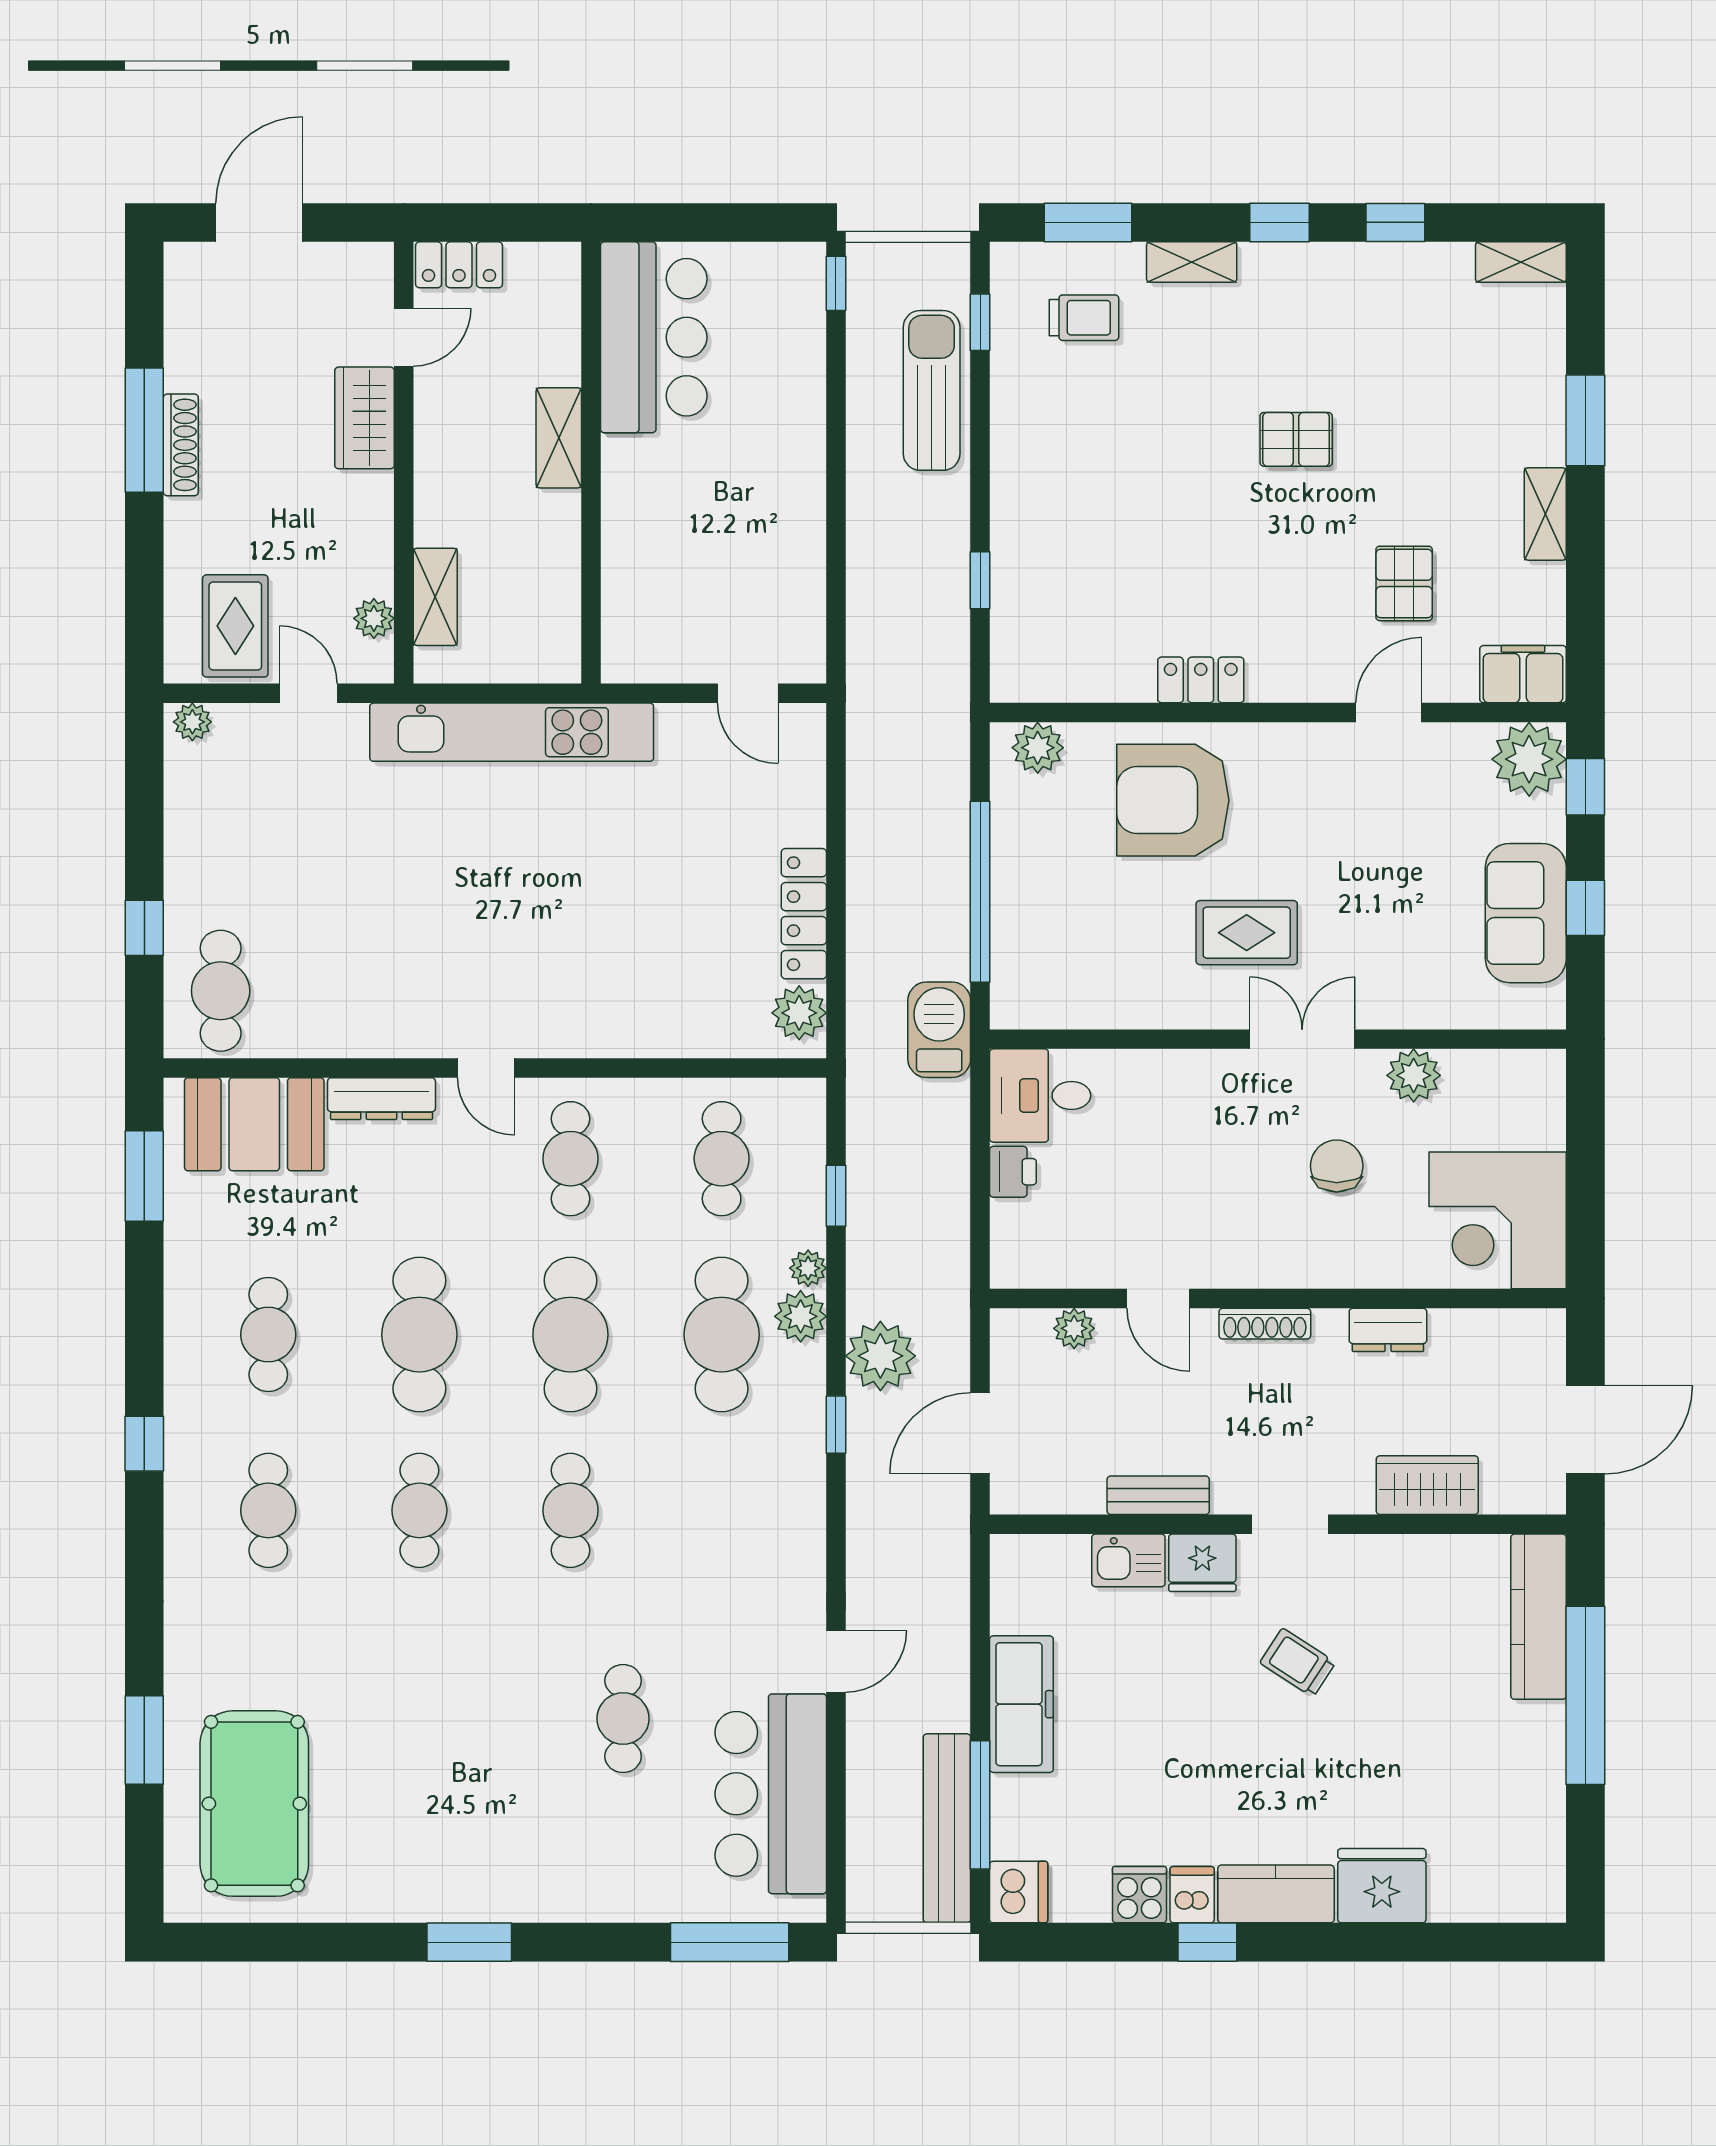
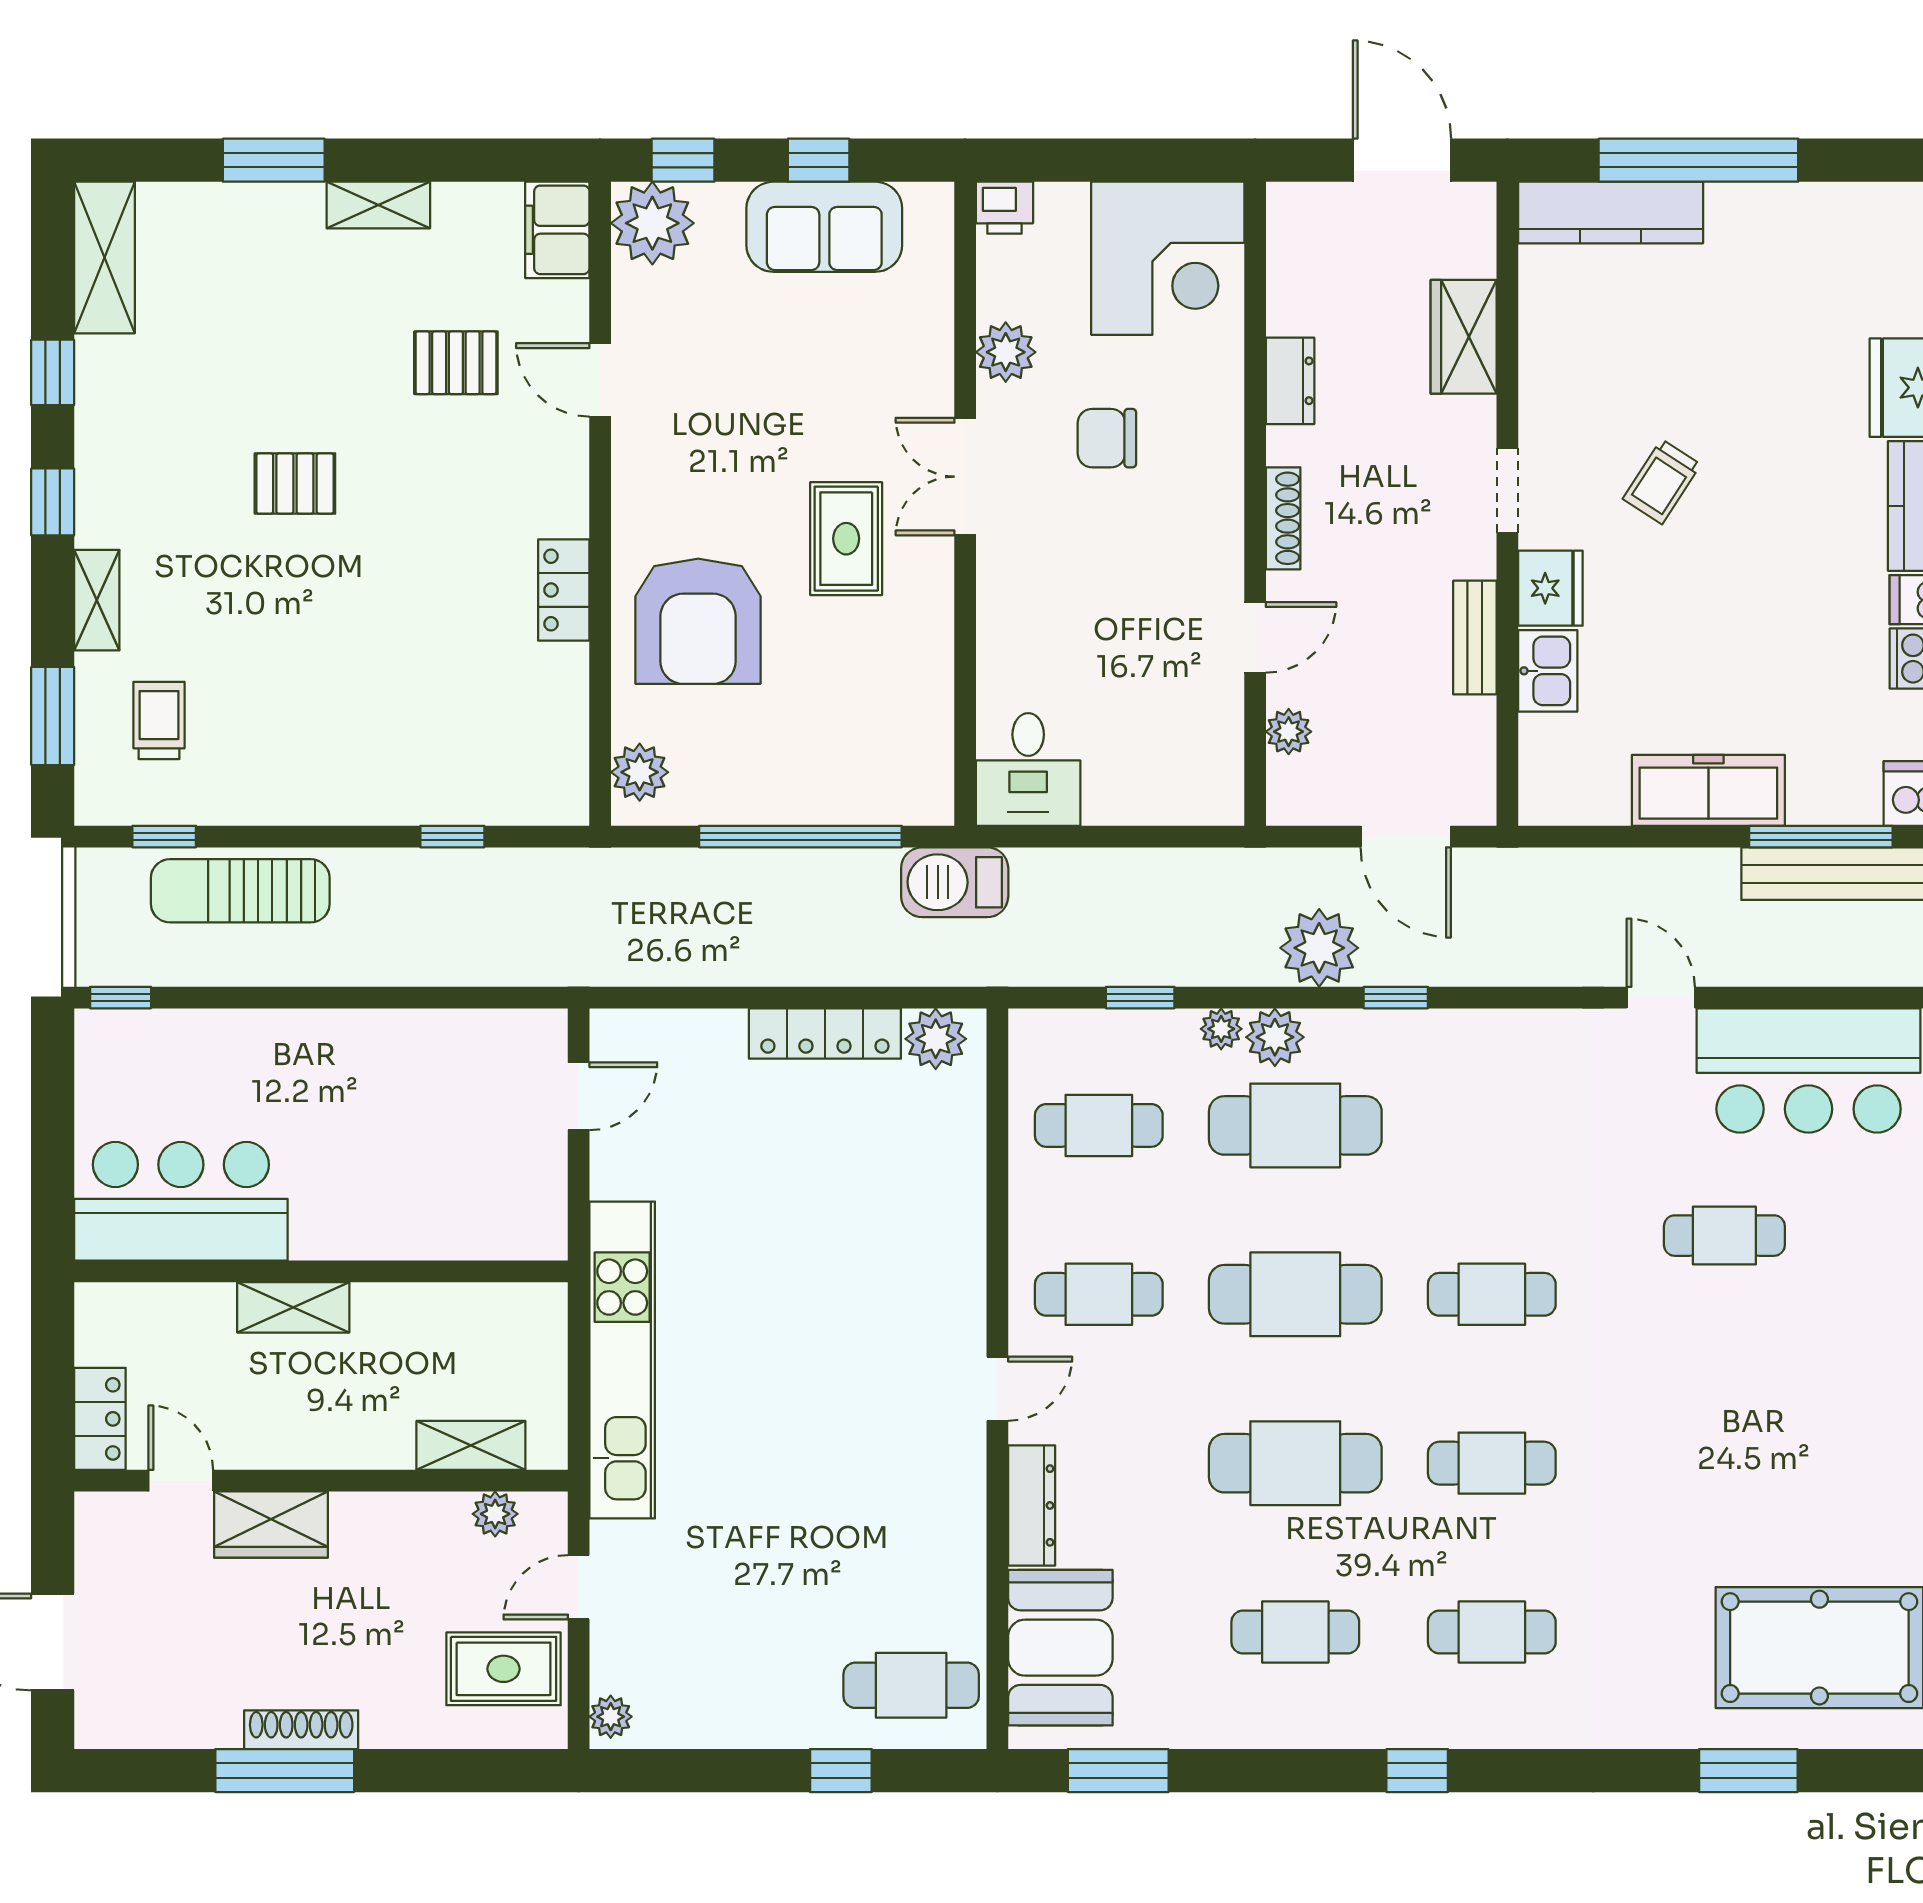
shelving: (1521, 262) -> (104, 258), width x1.50, depth x1.33
pallet: (1296, 439) -> (295, 483), turned 90
printer: (1013, 1172) -> (1005, 208), moved, turned 180

